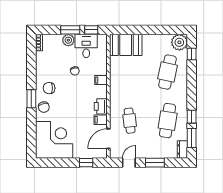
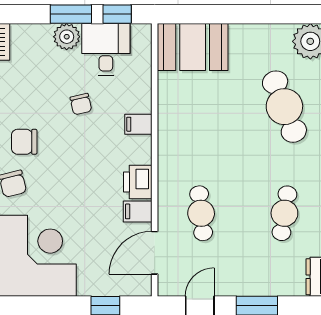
cafe table: (168, 72) -> (284, 107), turned -33
cafe table: (168, 121) -> (284, 213), width x0.73, depth x0.74

